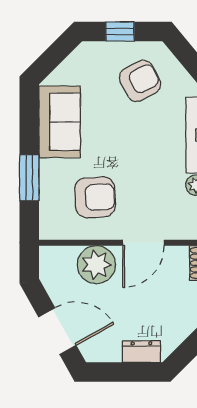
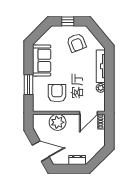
armchair: (140, 81) -> (76, 43), turned 97
armchair: (95, 197) -> (57, 93), turned -87
door: (143, 243) -> (88, 113), moved

